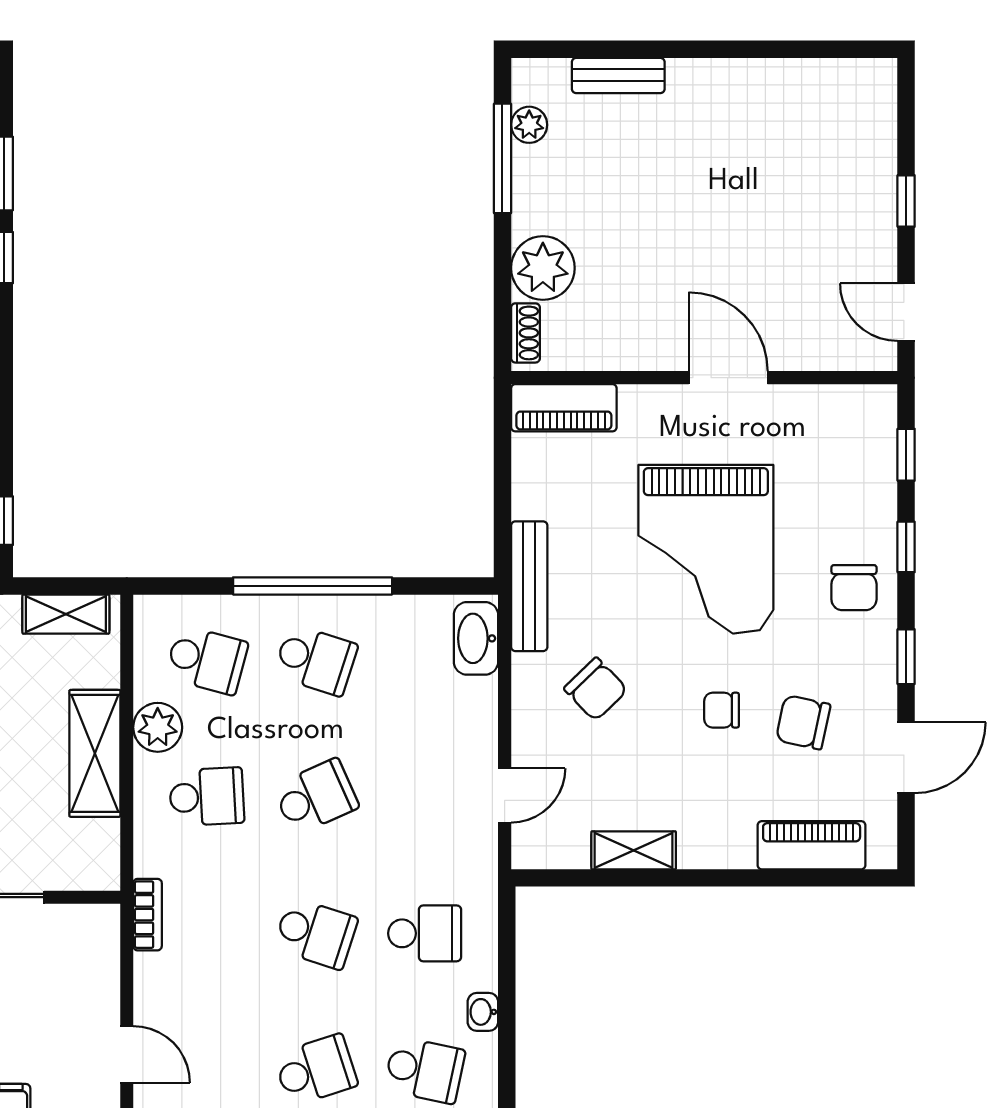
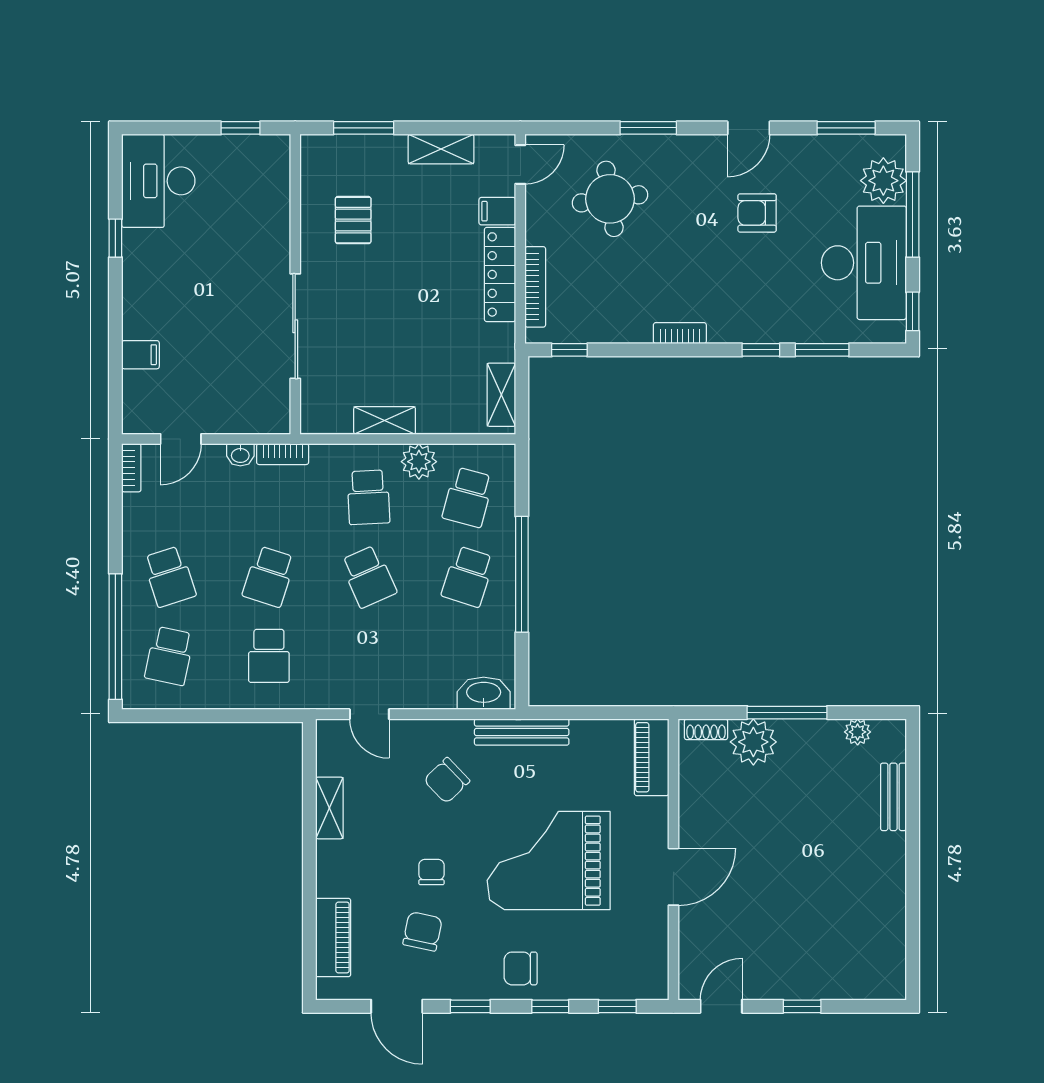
window: (502, 158) -> (787, 713), moved
shelving: (95, 753) -> (385, 420), width x0.67, depth x0.75
washbasin: (483, 1012) -> (240, 455), moved, turned 180

